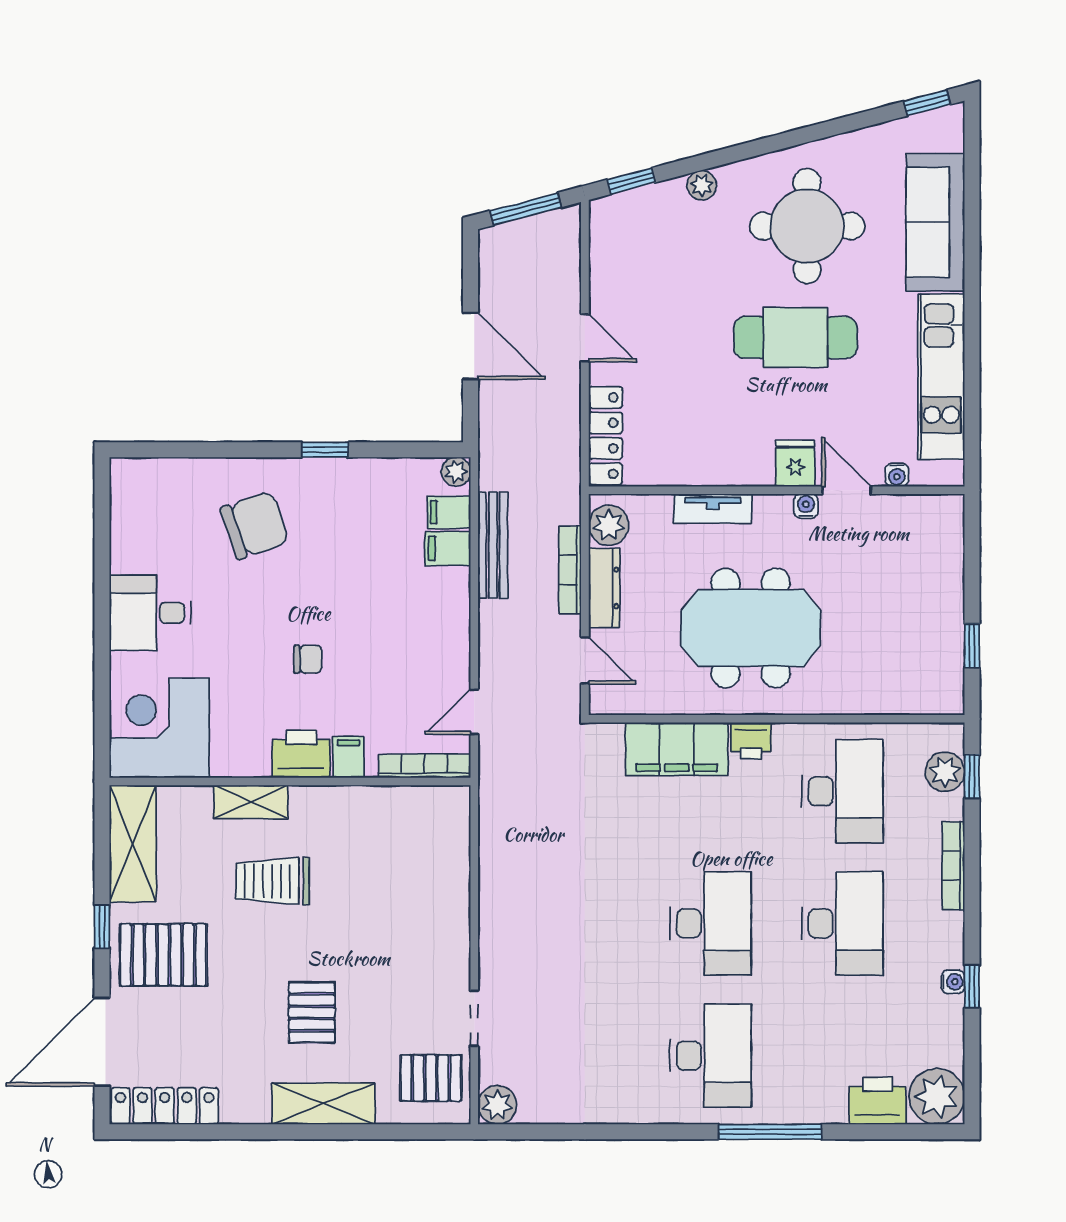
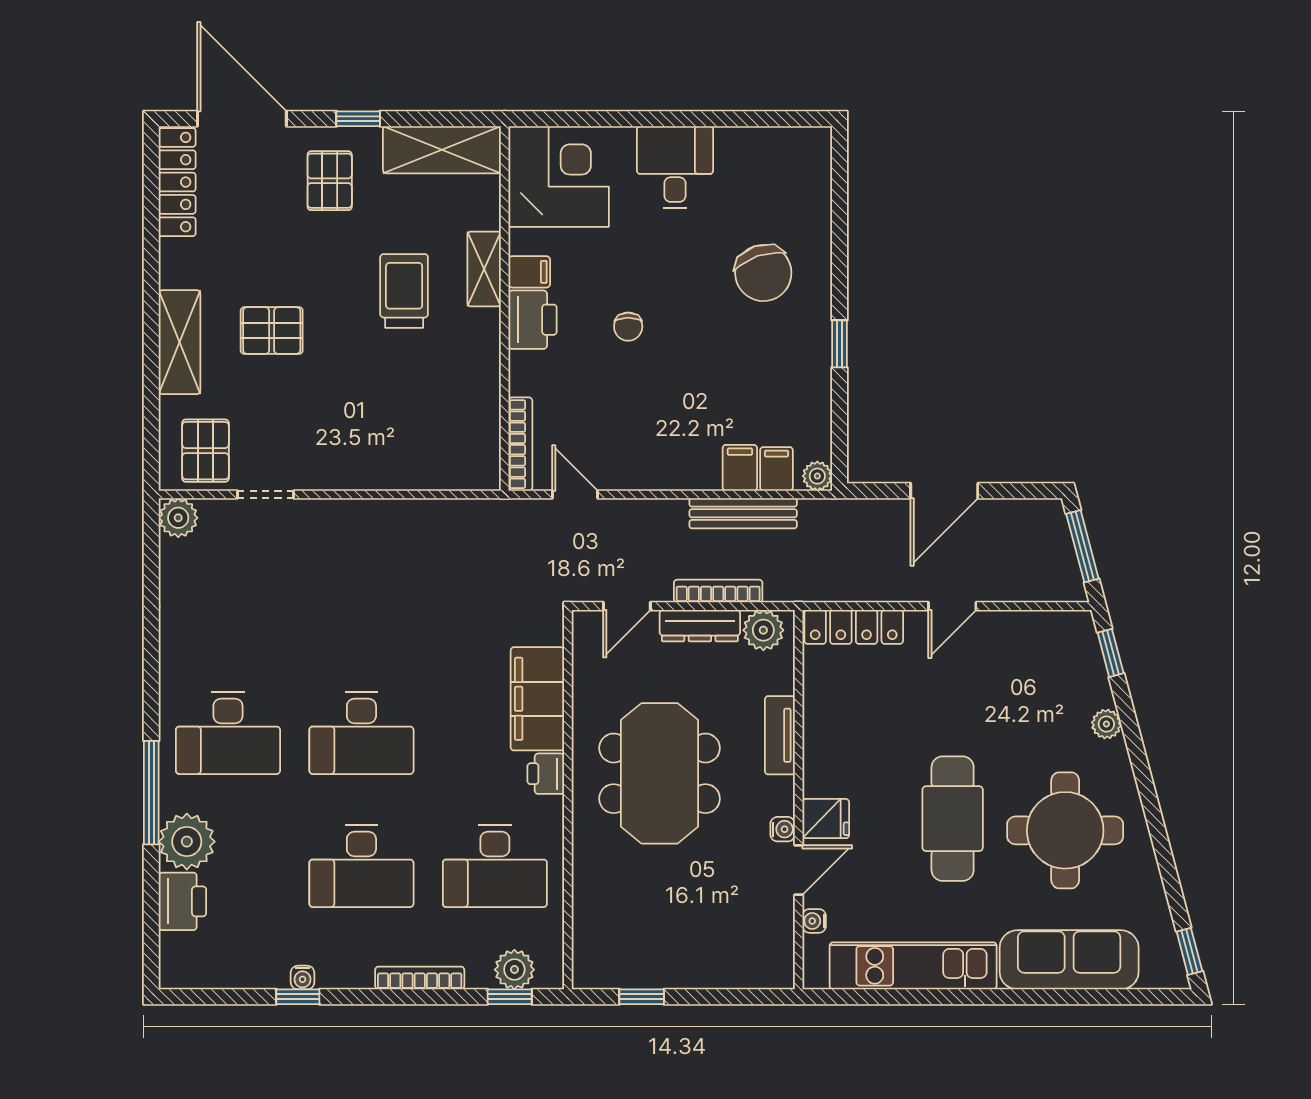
filing cabinet: (348, 757) -> (529, 272), moved
pallet: (163, 955) -> (330, 181), width x0.67, depth x0.71
plant: (937, 1096) -> (187, 842), moved

